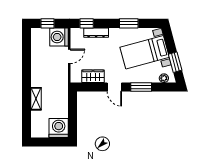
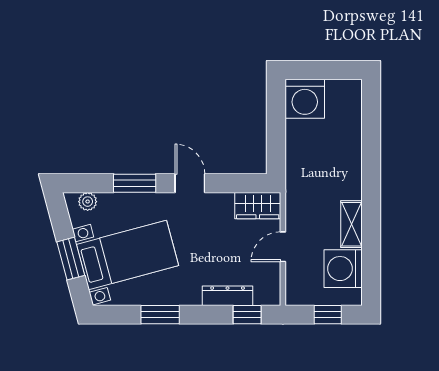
washing machine: (59, 37) -> (343, 269), moved, turned 180
window: (175, 62) -> (71, 259), moved
wardrobe: (93, 76) -> (258, 206), moved
shelving: (36, 99) -> (352, 224), moved

